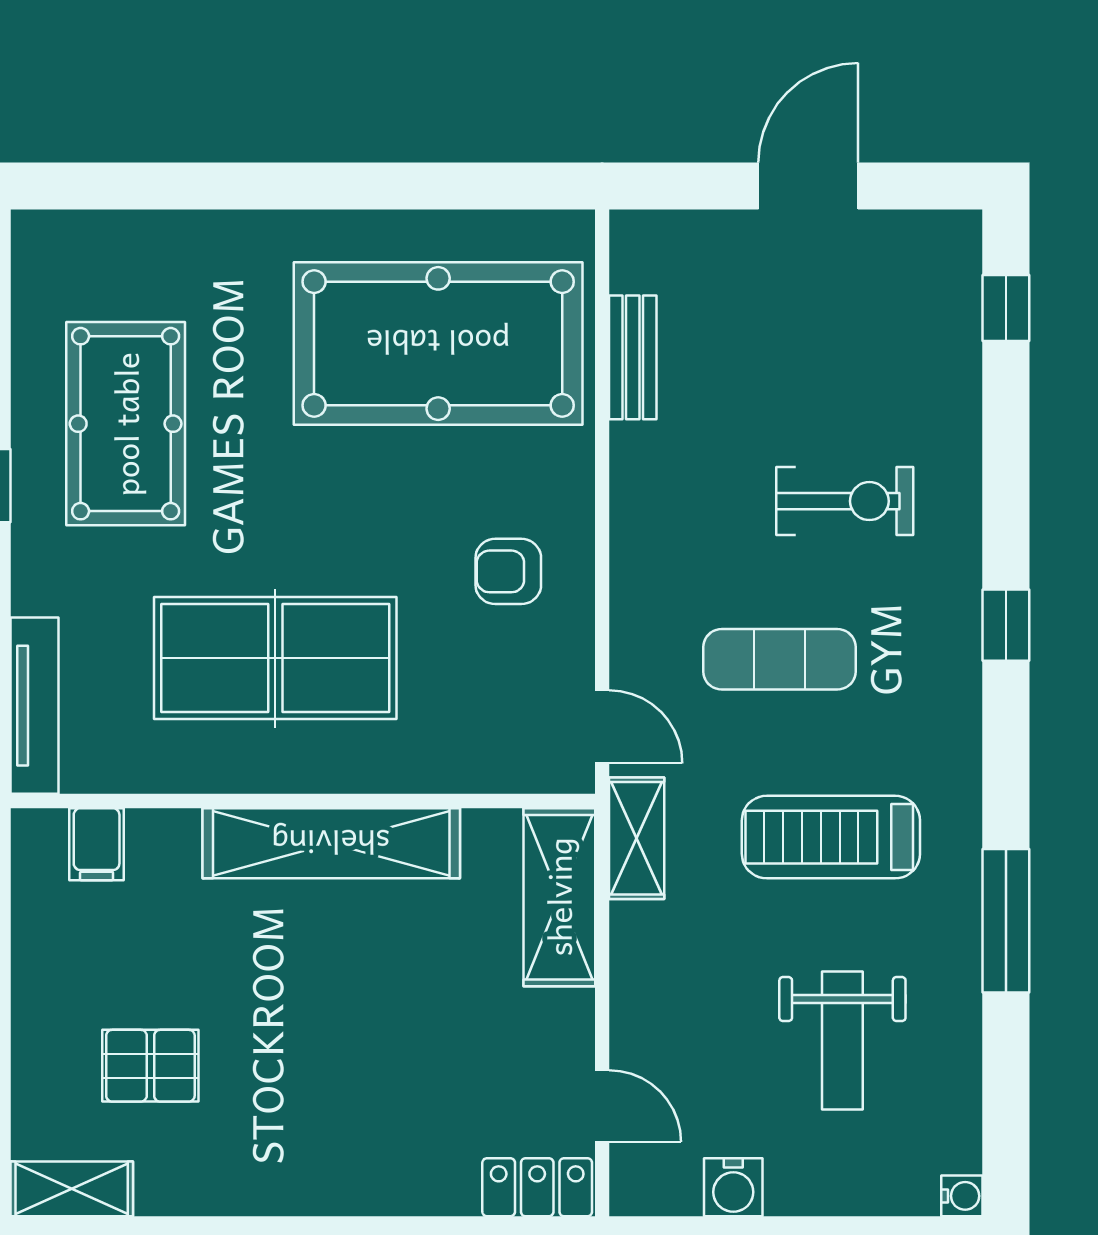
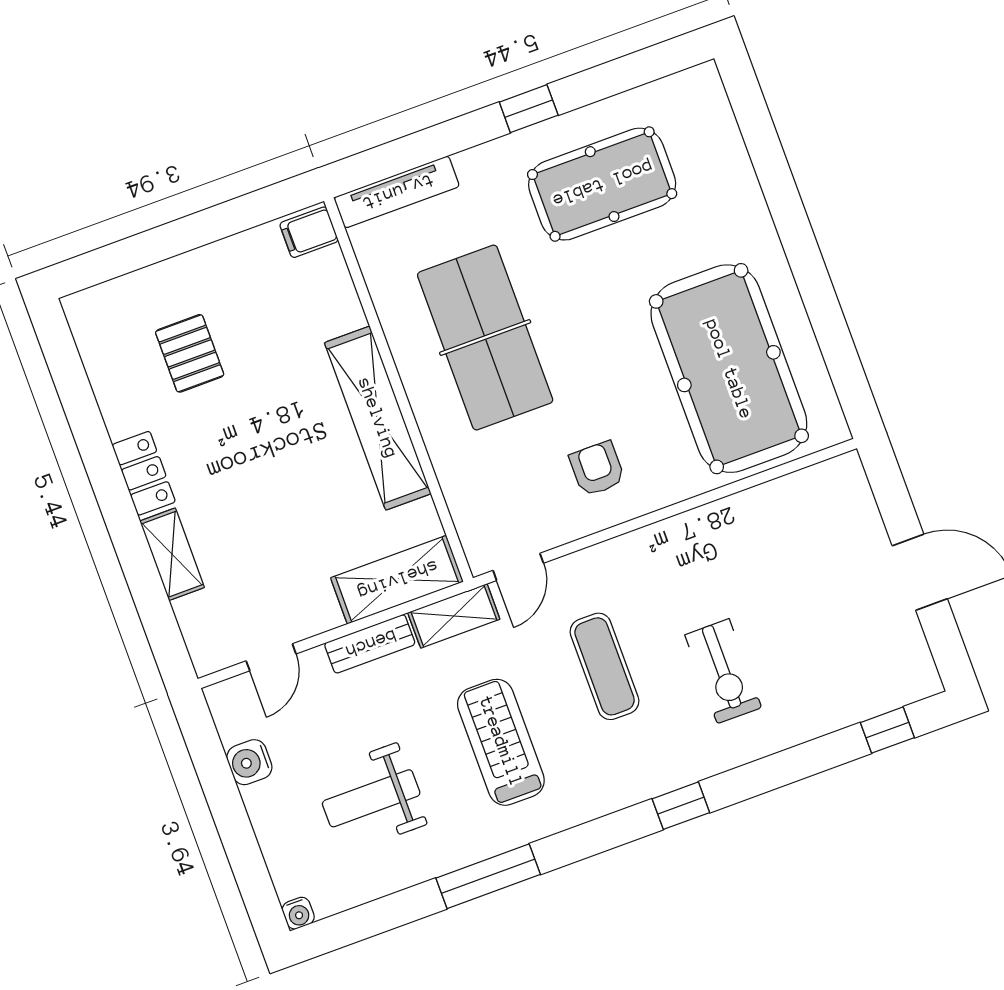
bench: (633, 357) -> (370, 644), moved
filing cabinet: (97, 844) -> (309, 232), moved
locker: (537, 1187) -> (144, 473), moved
shelving: (72, 1189) -> (172, 554), moved

